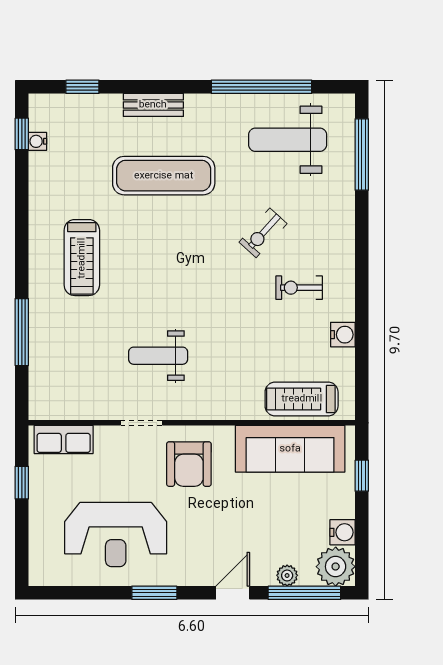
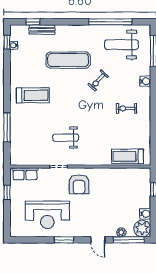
bench: (153, 105) -> (42, 30), moved
exercise bike: (263, 233) -> (98, 81), moved
treadmill: (82, 258) -> (33, 95), turned -90
water cooler: (343, 335) -> (145, 81), moved
sofa: (290, 449) -> (123, 178), removed
door: (233, 593) -> (98, 240), swing flipped

